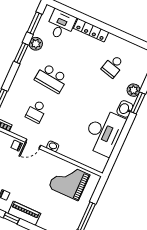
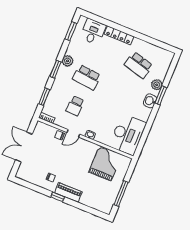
plant: (36, 44) -> (67, 61), moved
window: (21, 53) -> (55, 69), moved
school desk: (113, 66) -> (139, 65), width x1.85
desk: (104, 132) -> (128, 135), moved
grand piano: (69, 181) -> (105, 164), turned 90

